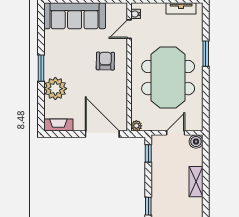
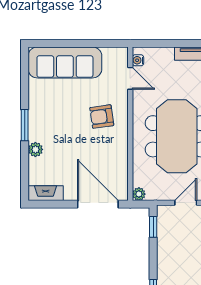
door: (129, 29) -> (130, 78), swing flipped
armchair: (105, 61) -> (102, 117), turned -99
plant: (55, 89) -> (35, 149), width x0.53, depth x0.53

